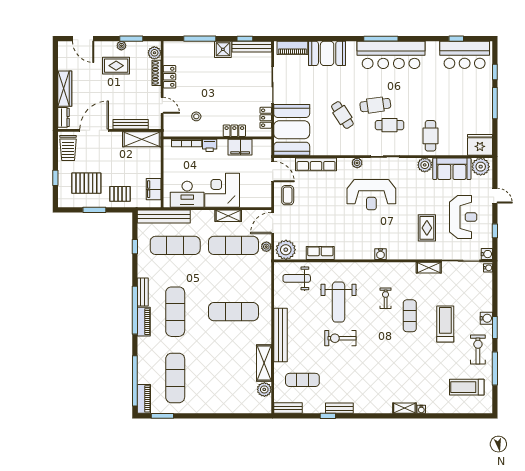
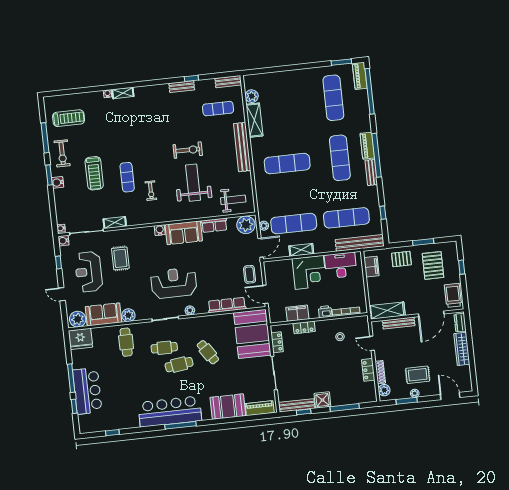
bar counter: (465, 55) -> (87, 391), moved, turned 90
pallet: (86, 183) -> (433, 265), turned 90
sofa: (355, 248) -> (184, 233), added

